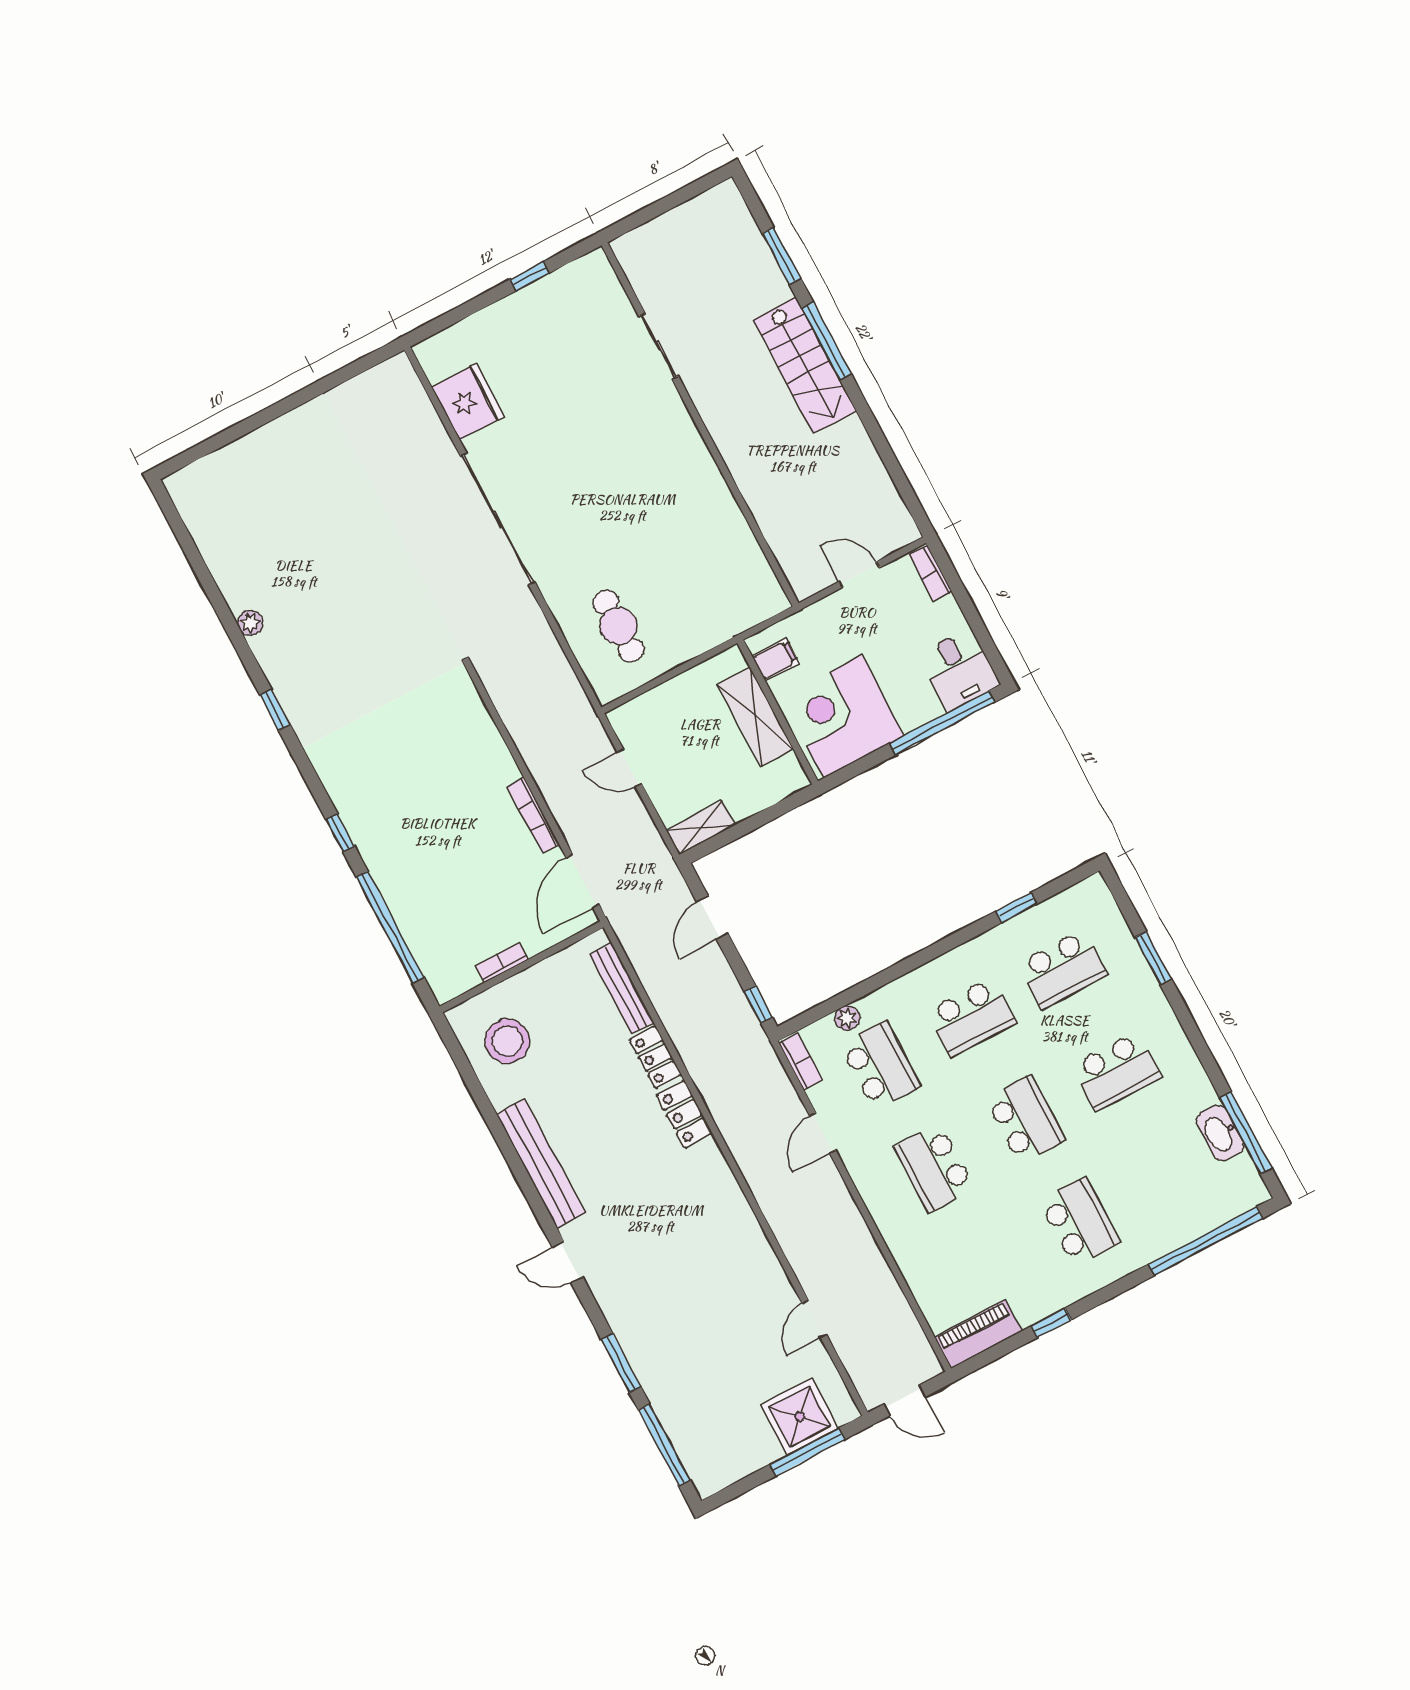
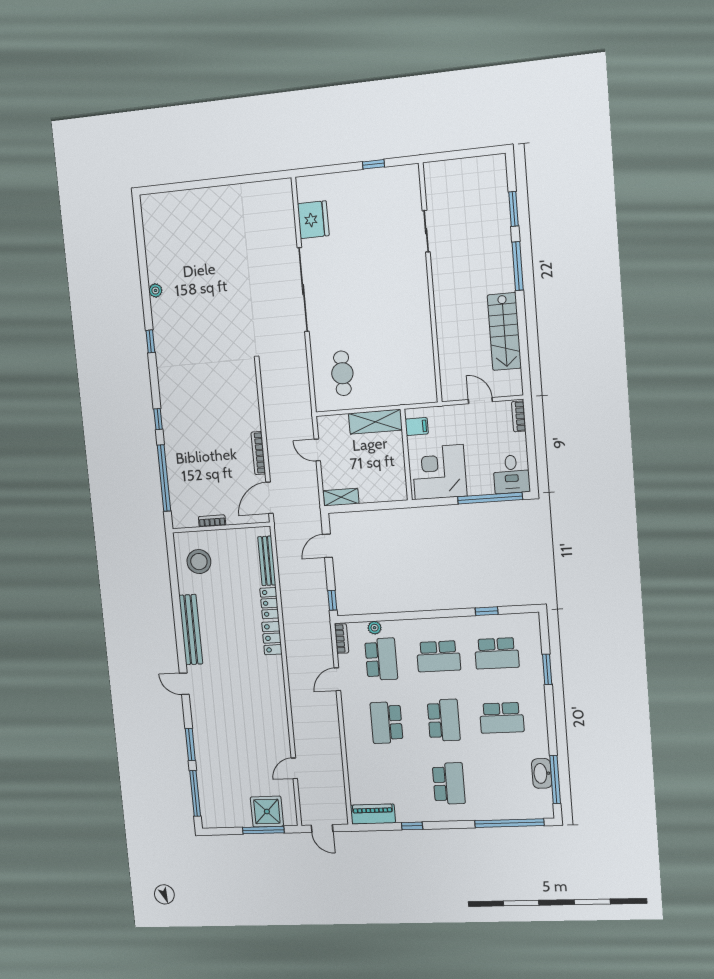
stairs: (805, 365) -> (504, 332), moved
shelving: (756, 717) -> (375, 422), moved, turned 90

